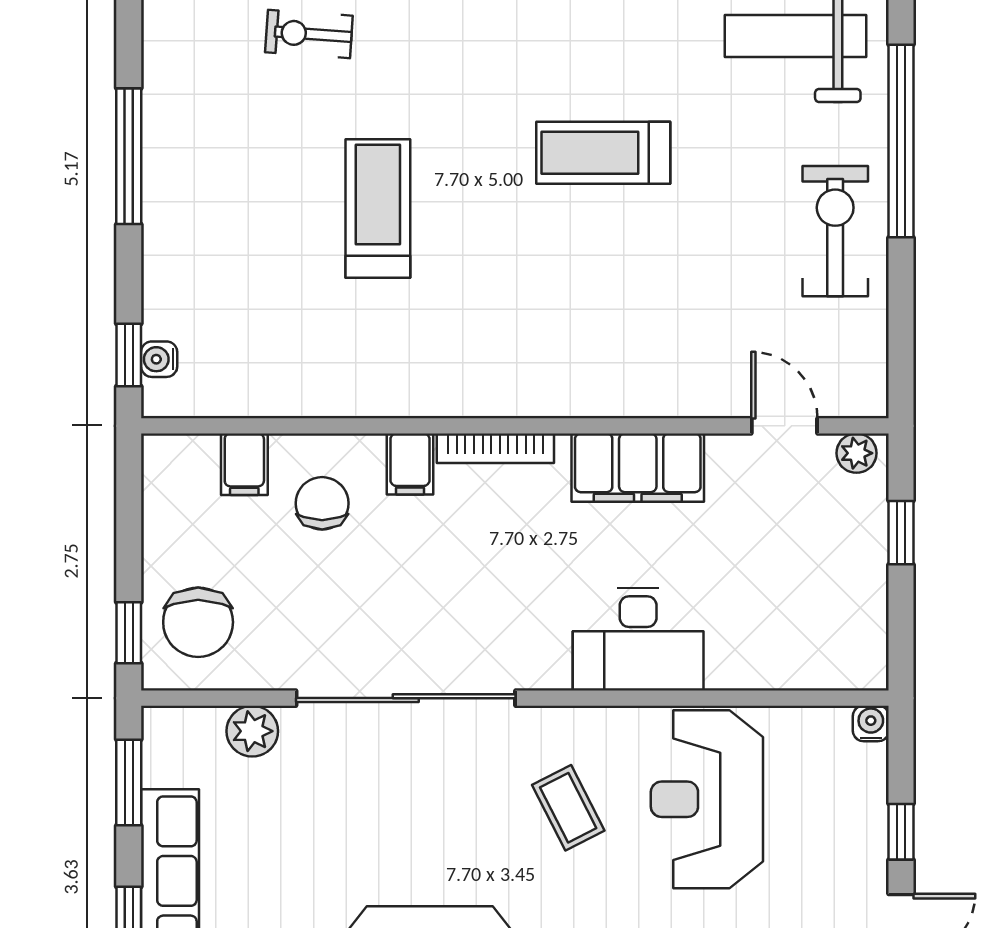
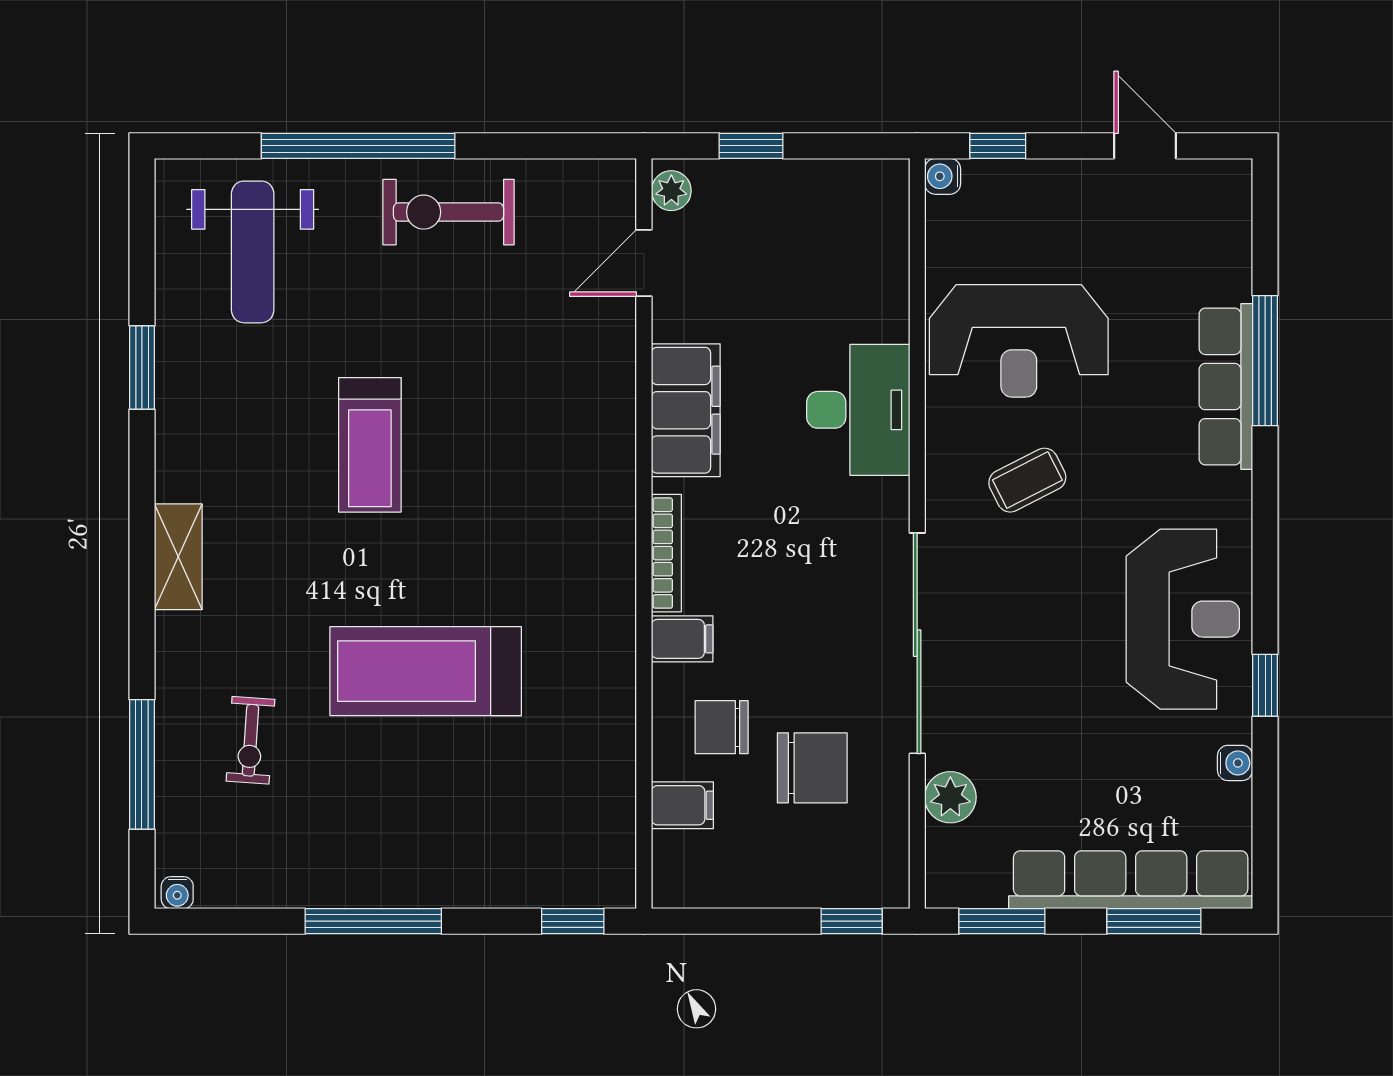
treadmill: (378, 208) -> (426, 671), width x1.37, depth x1.38
water cooler: (159, 359) -> (577, 891), removed
chair: (198, 622) -> (812, 768), moved
window: (901, 832) -> (998, 146), moved

